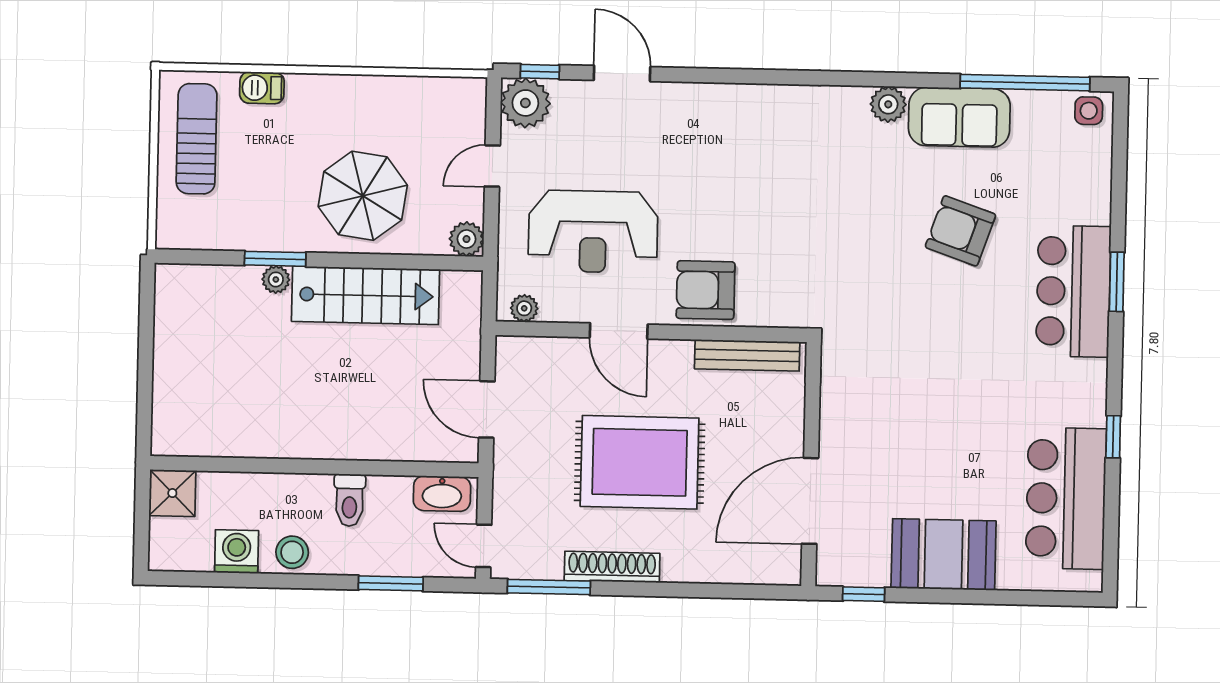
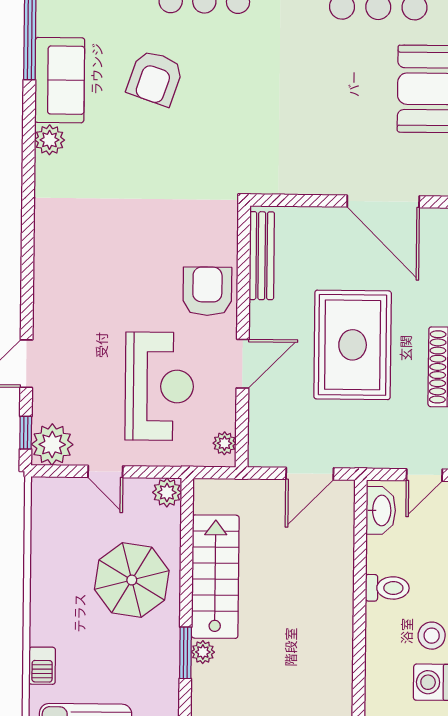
armchair: (706, 290) -> (207, 291), turned 180

